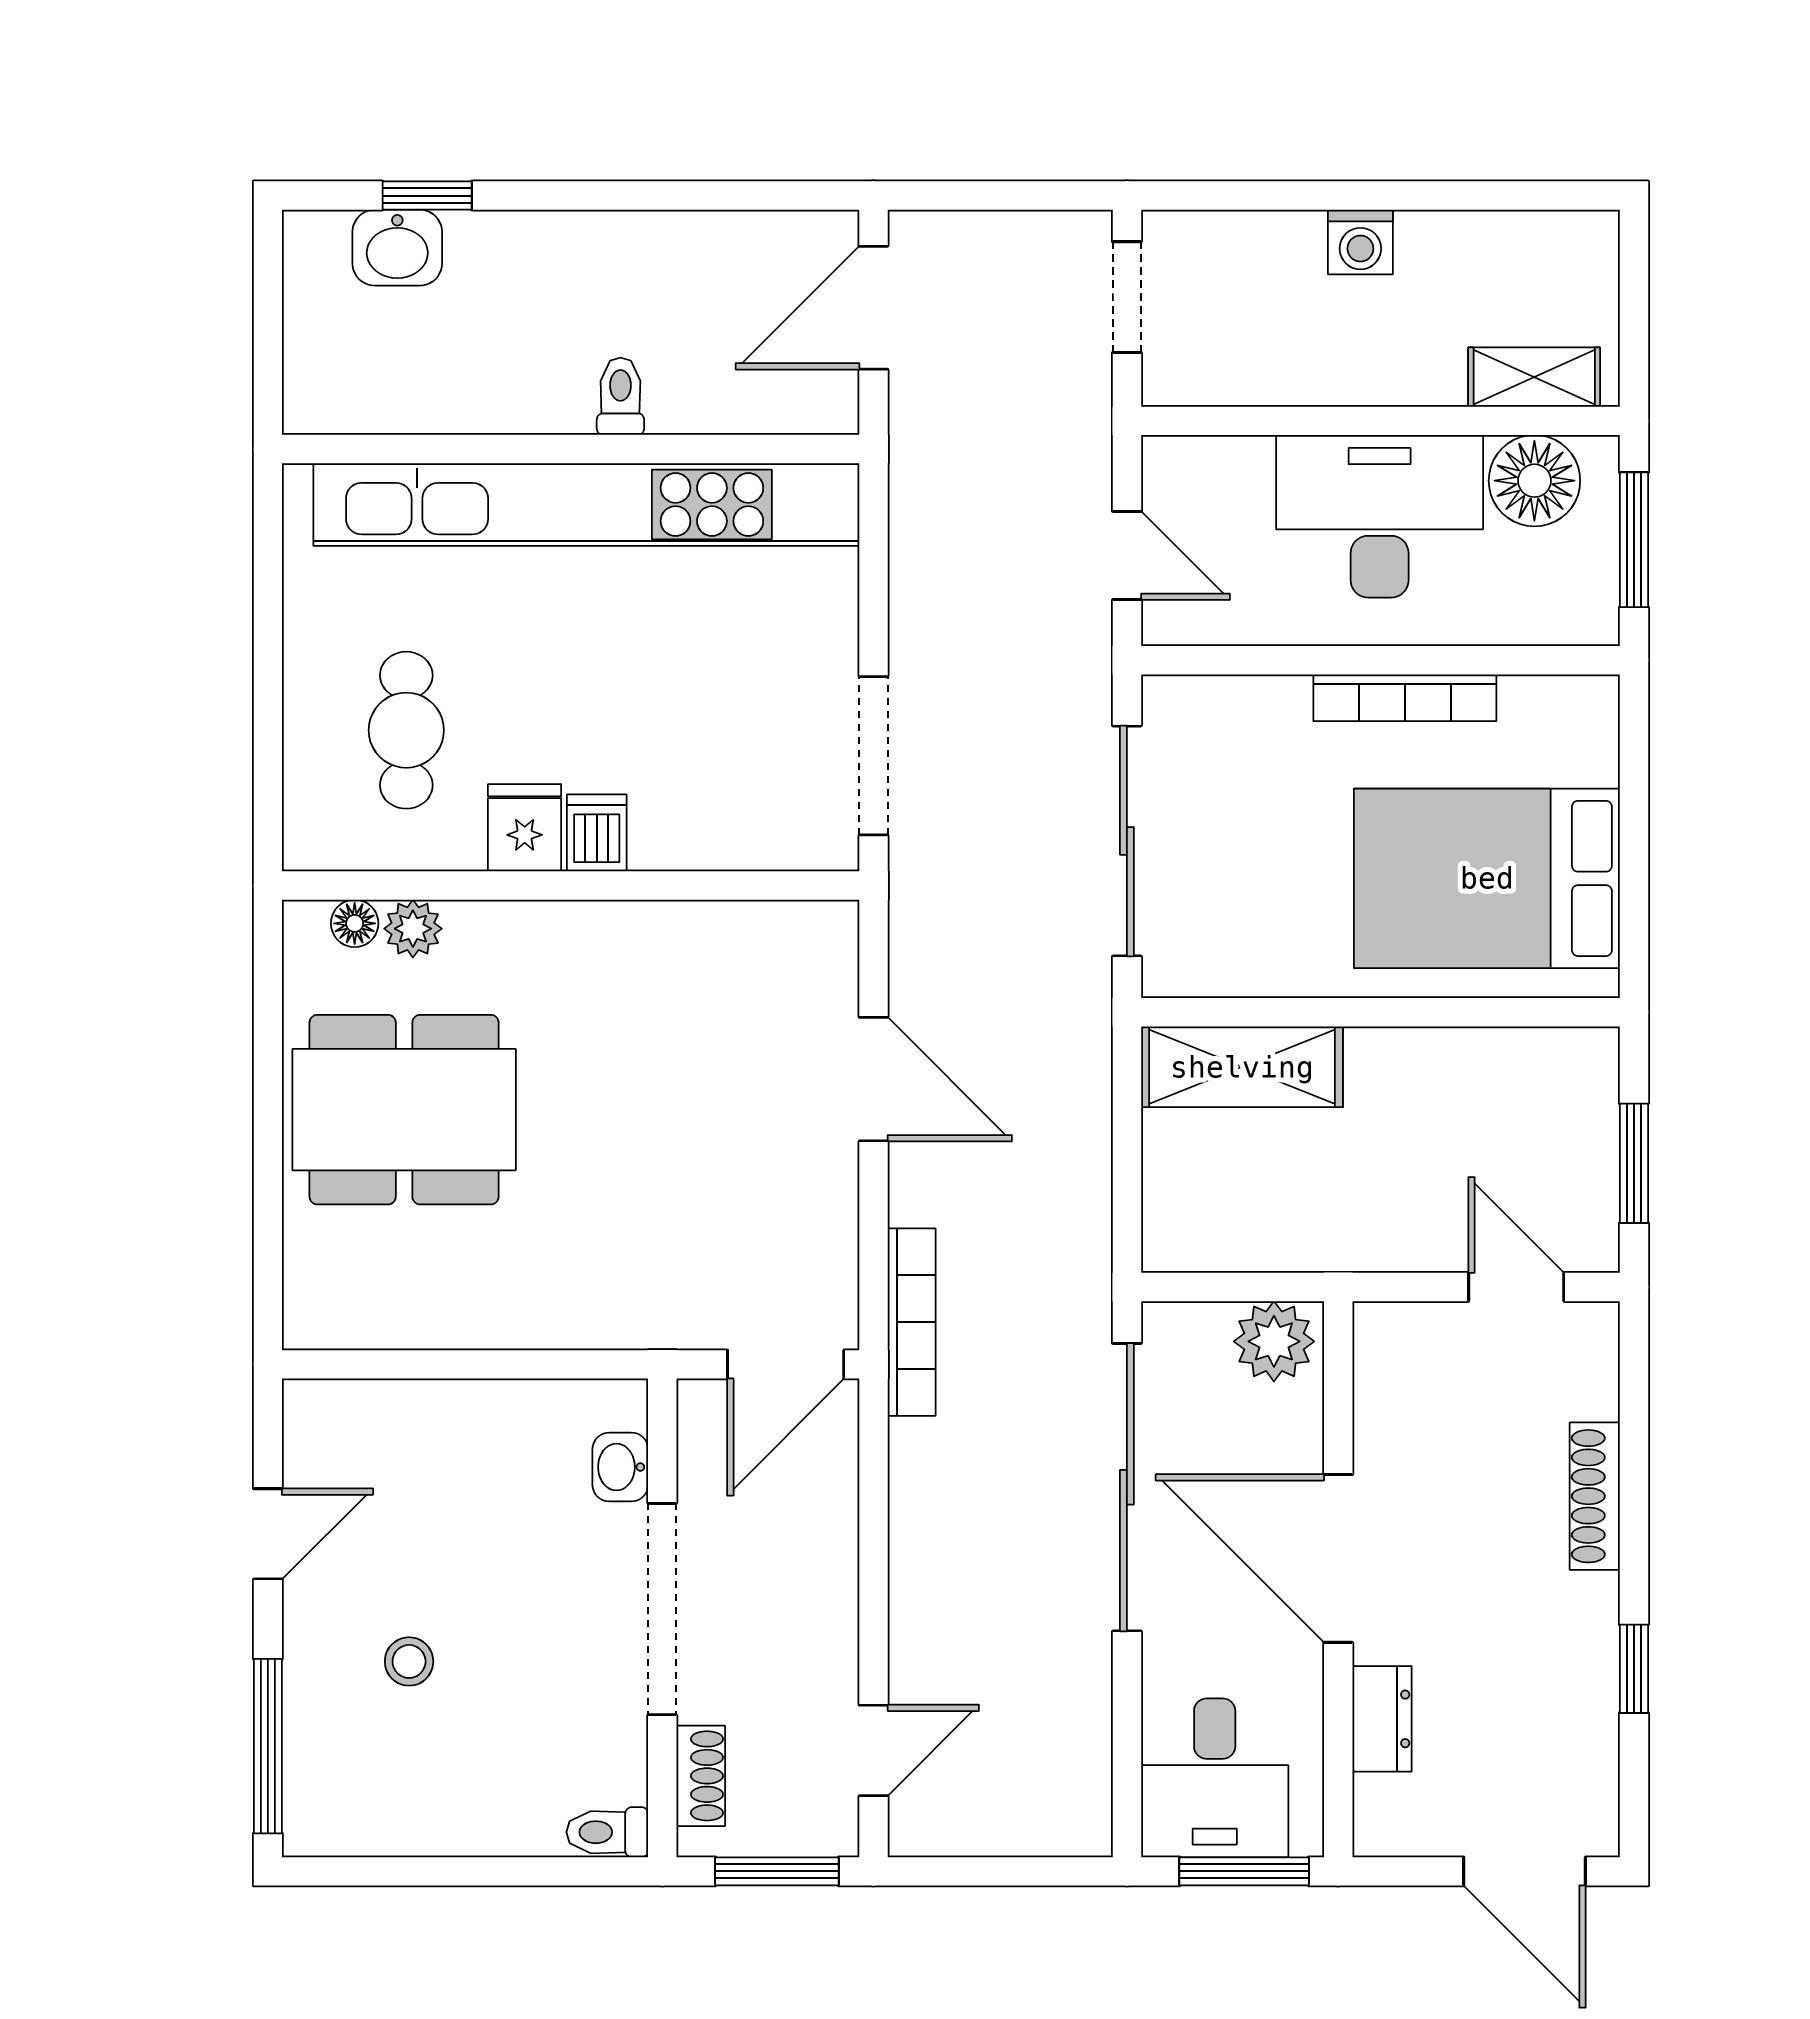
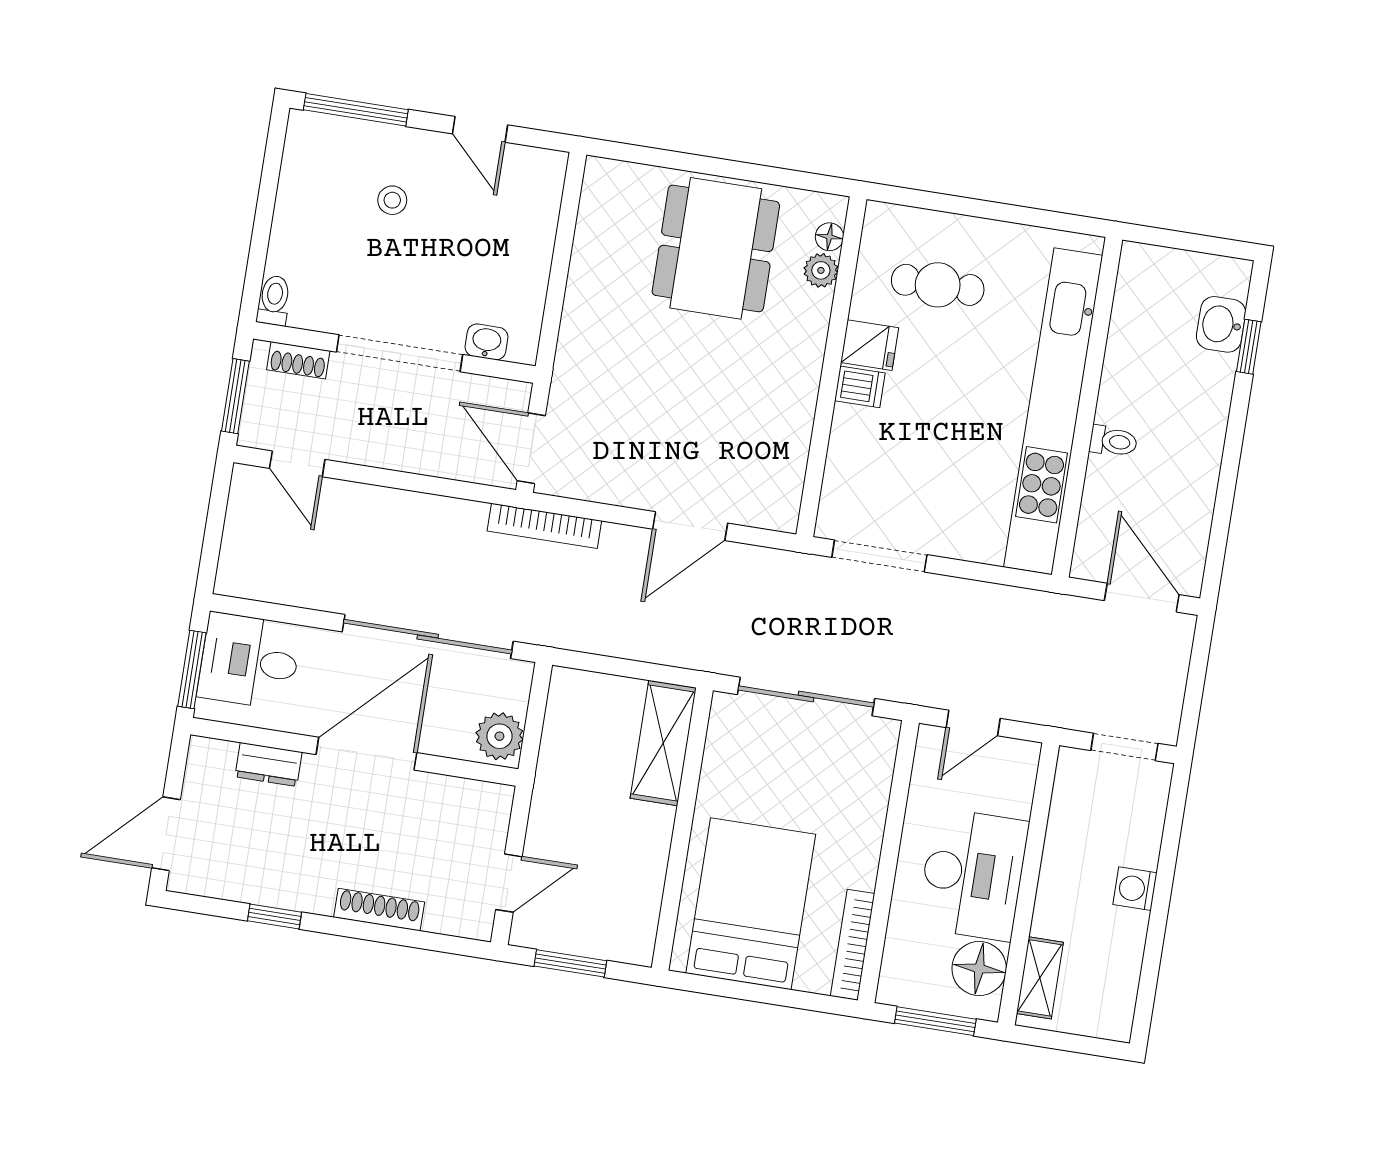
bookcase: (1405, 698) -> (853, 945), moved

